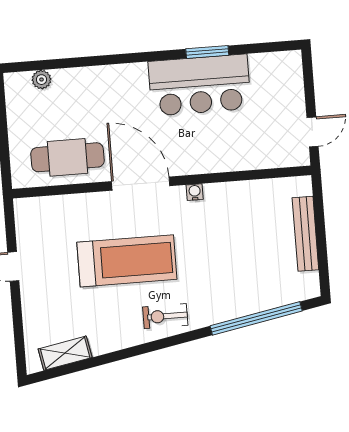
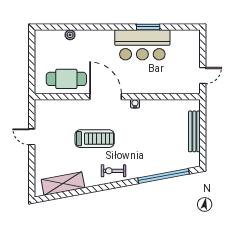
plant: (41, 80) -> (70, 35), moved
treadmill: (127, 261) -> (95, 139), width x0.73, depth x0.73
shelving: (65, 353) -> (63, 184), width x1.50, depth x1.33

